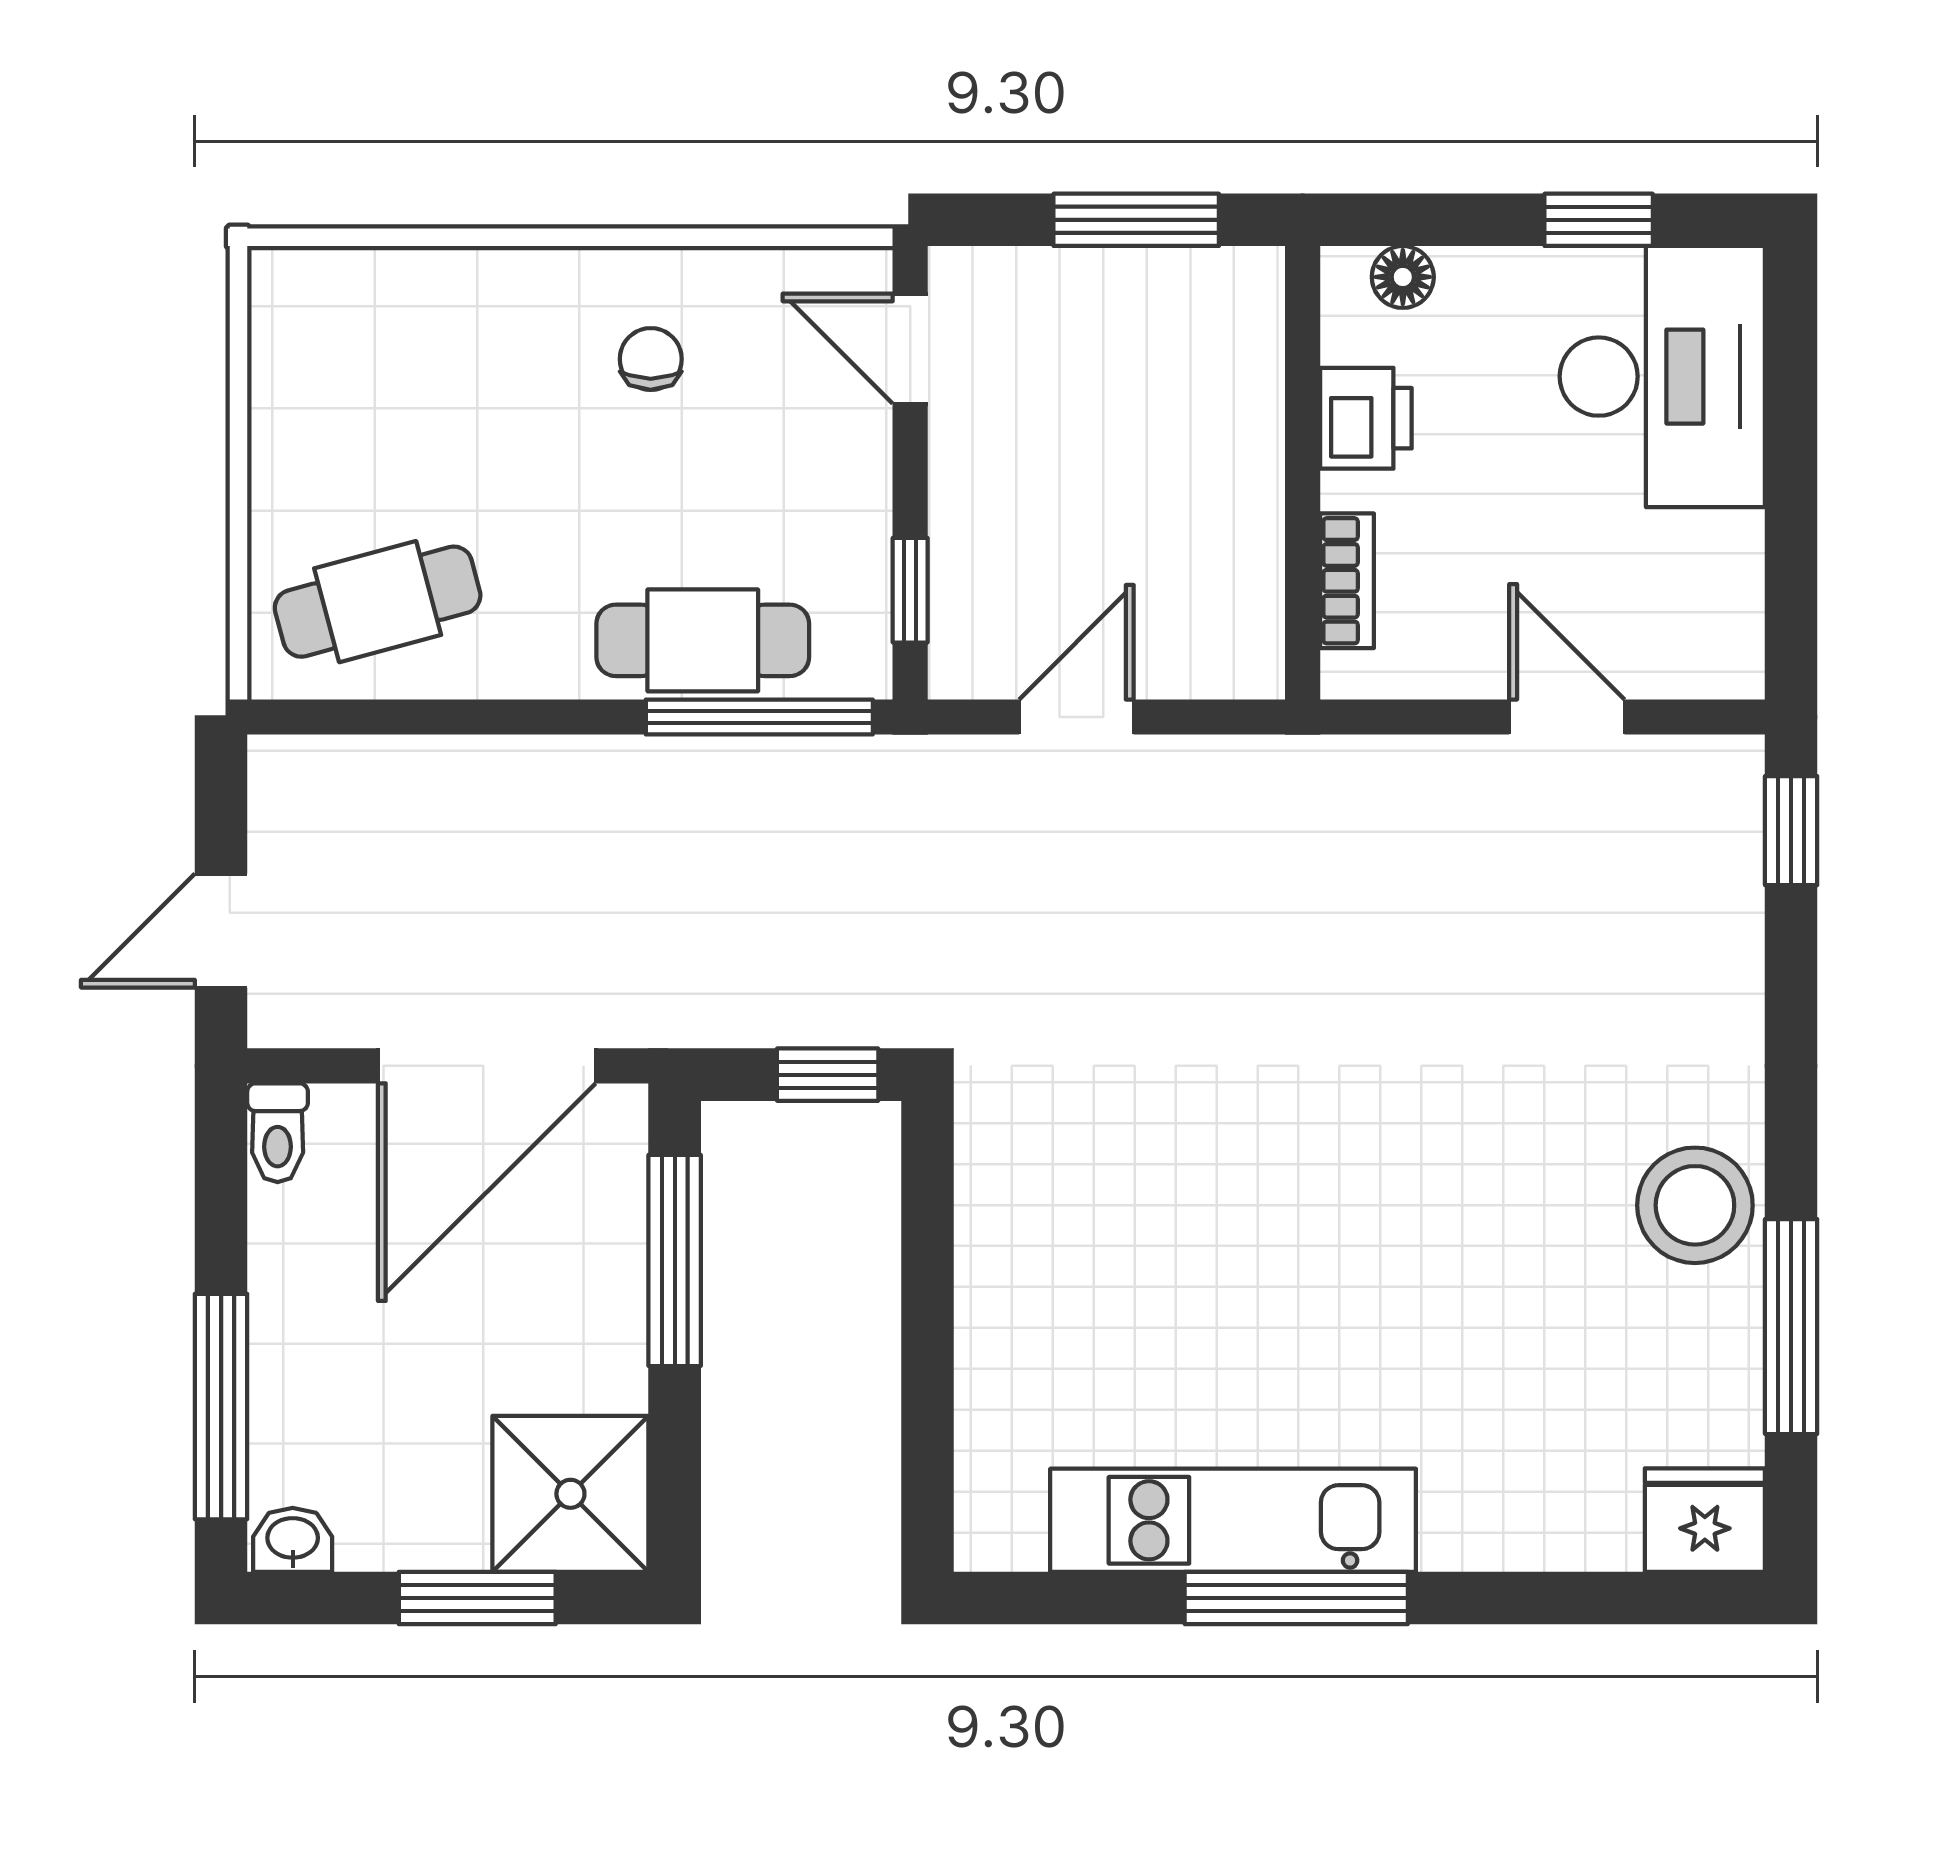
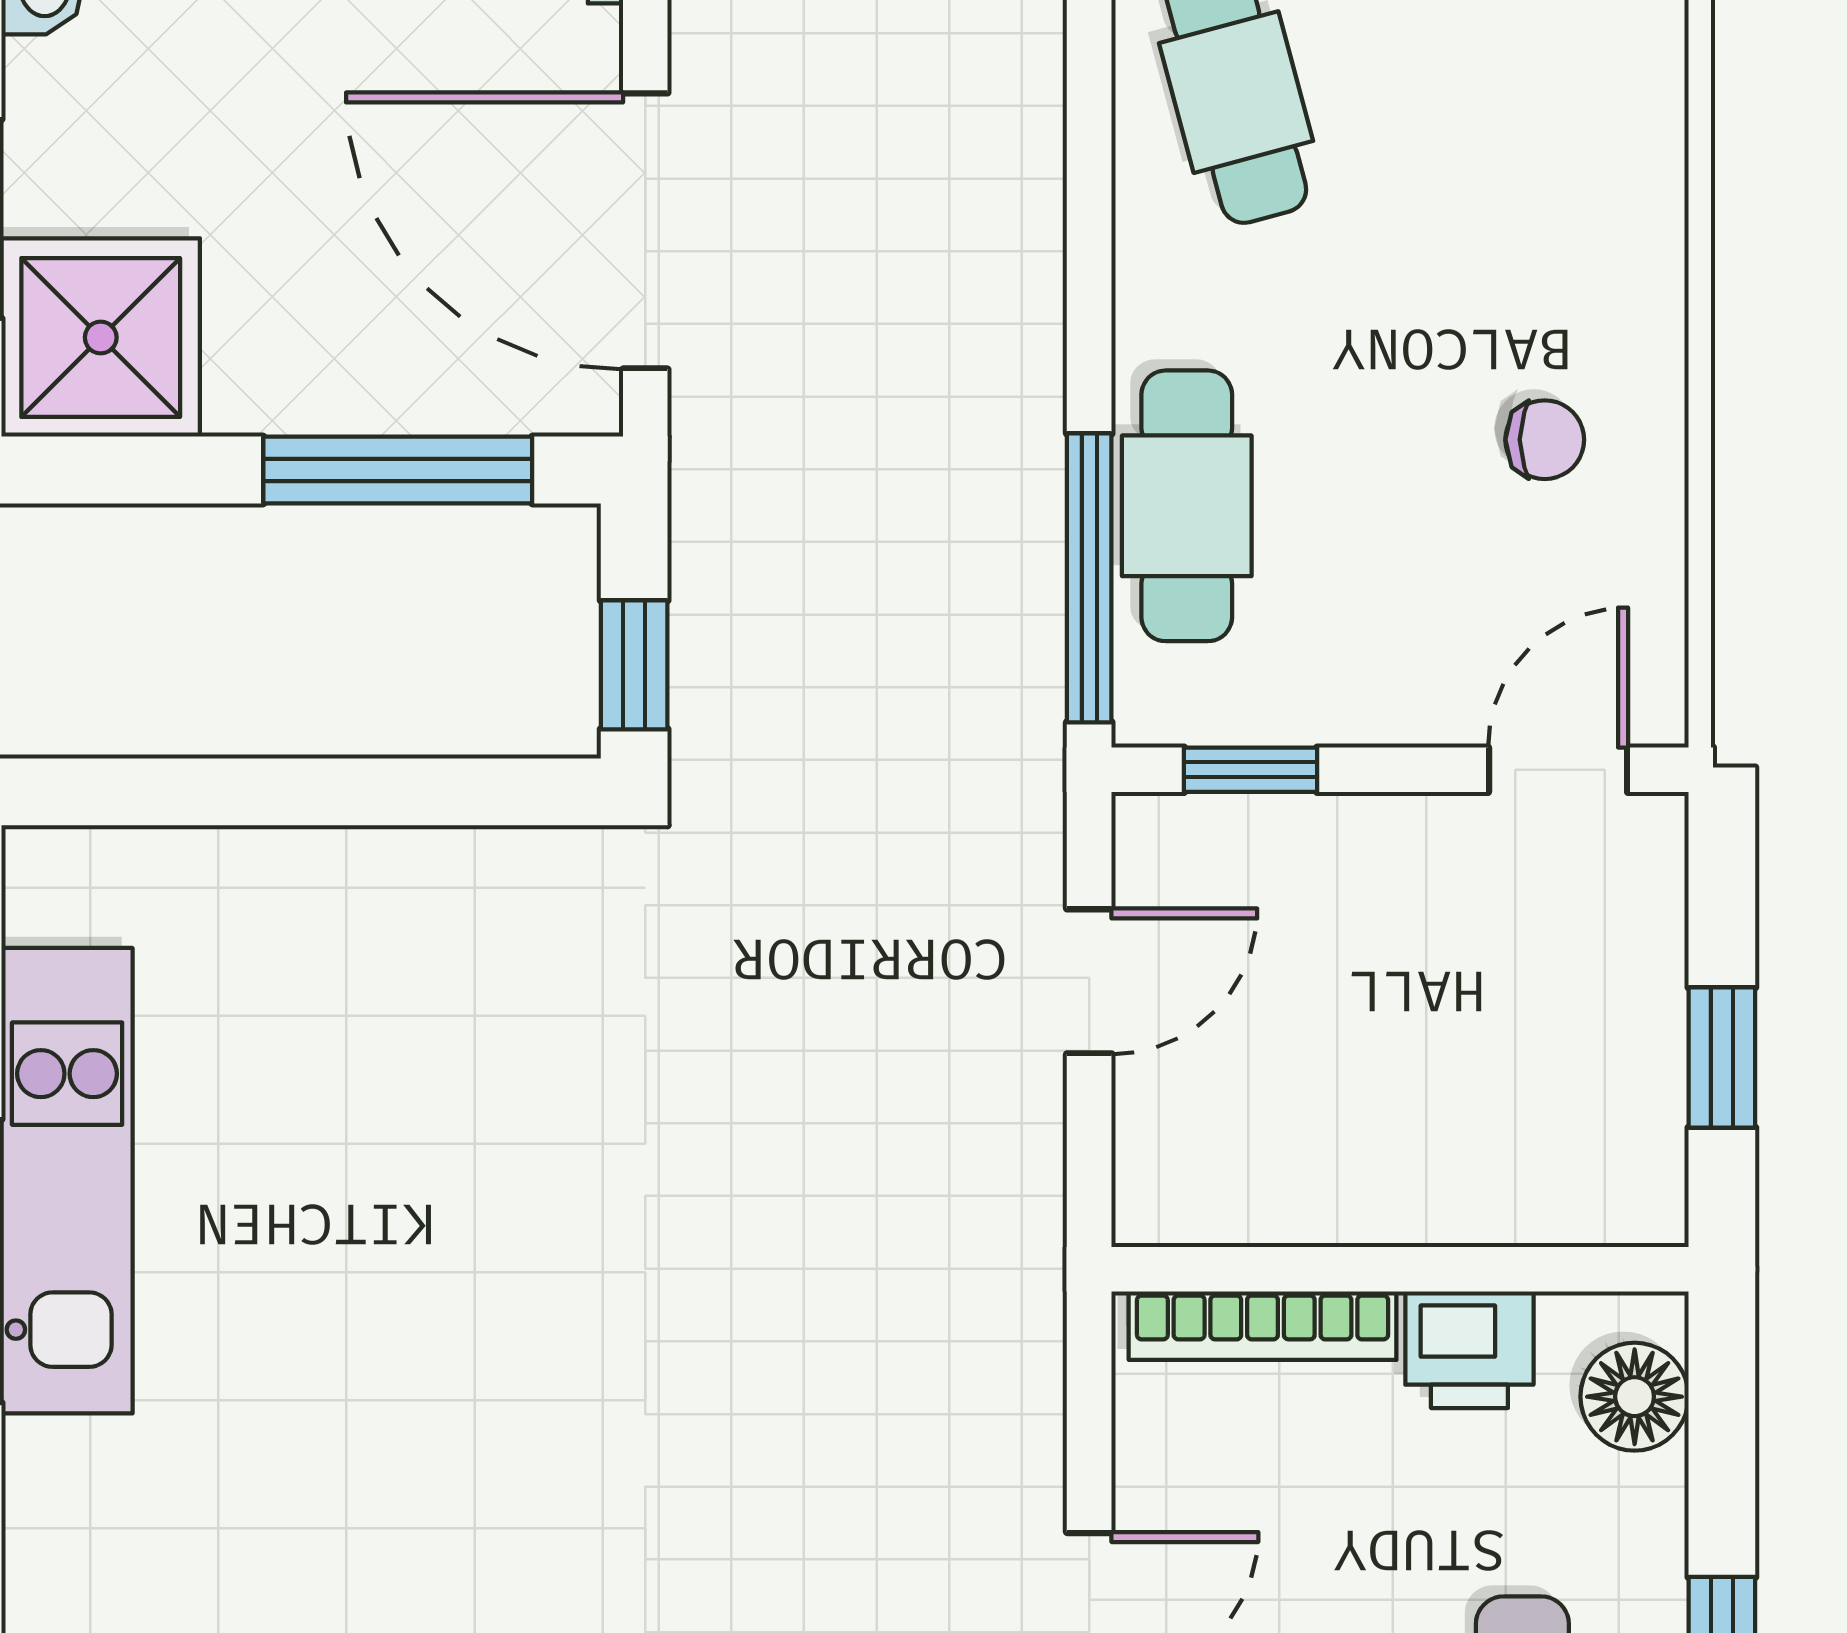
window: (1136, 220) -> (1722, 1057), width x0.67
floor lamp: (1403, 277) -> (1635, 1397), width x1.37, depth x1.37
bookcase: (1347, 581) -> (1263, 1326), width x1.56
door: (1076, 717) -> (1089, 981), hinge flipped

